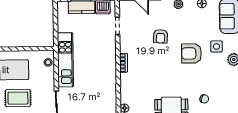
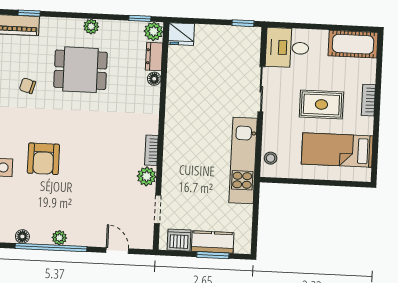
armchair: (161, 36) -> (91, 189), removed
plant: (126, 46) -> (147, 176), added
armchair: (191, 53) -> (43, 159), turned 90

